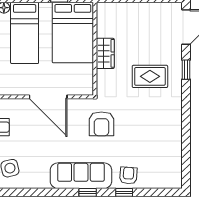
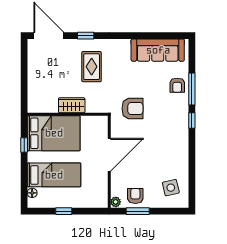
armchair: (128, 175) -> (177, 85), turned -94
sofa: (81, 176) -> (158, 50), moved, turned -90
window: (124, 192) -> (192, 89), width x2.17

